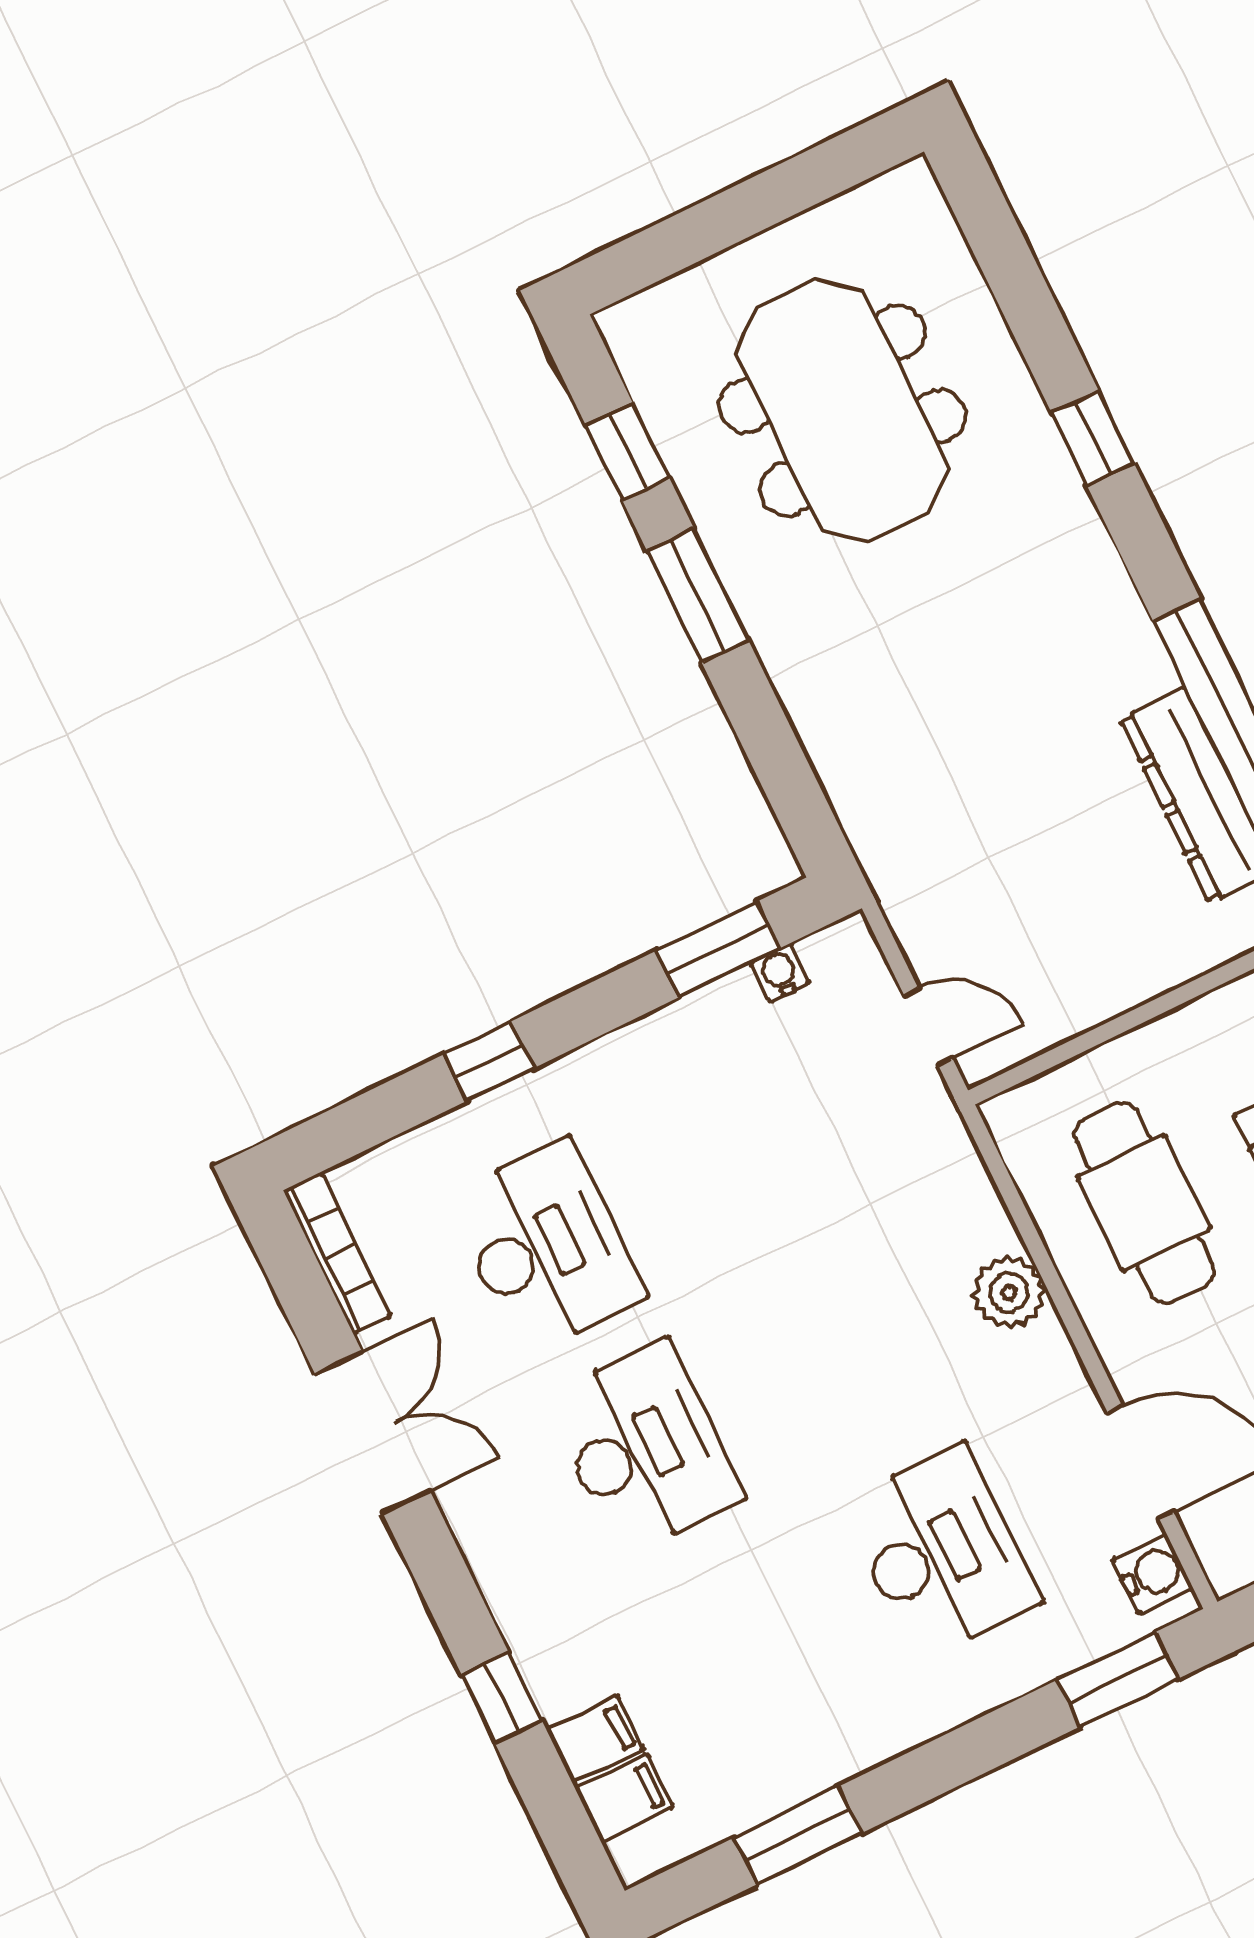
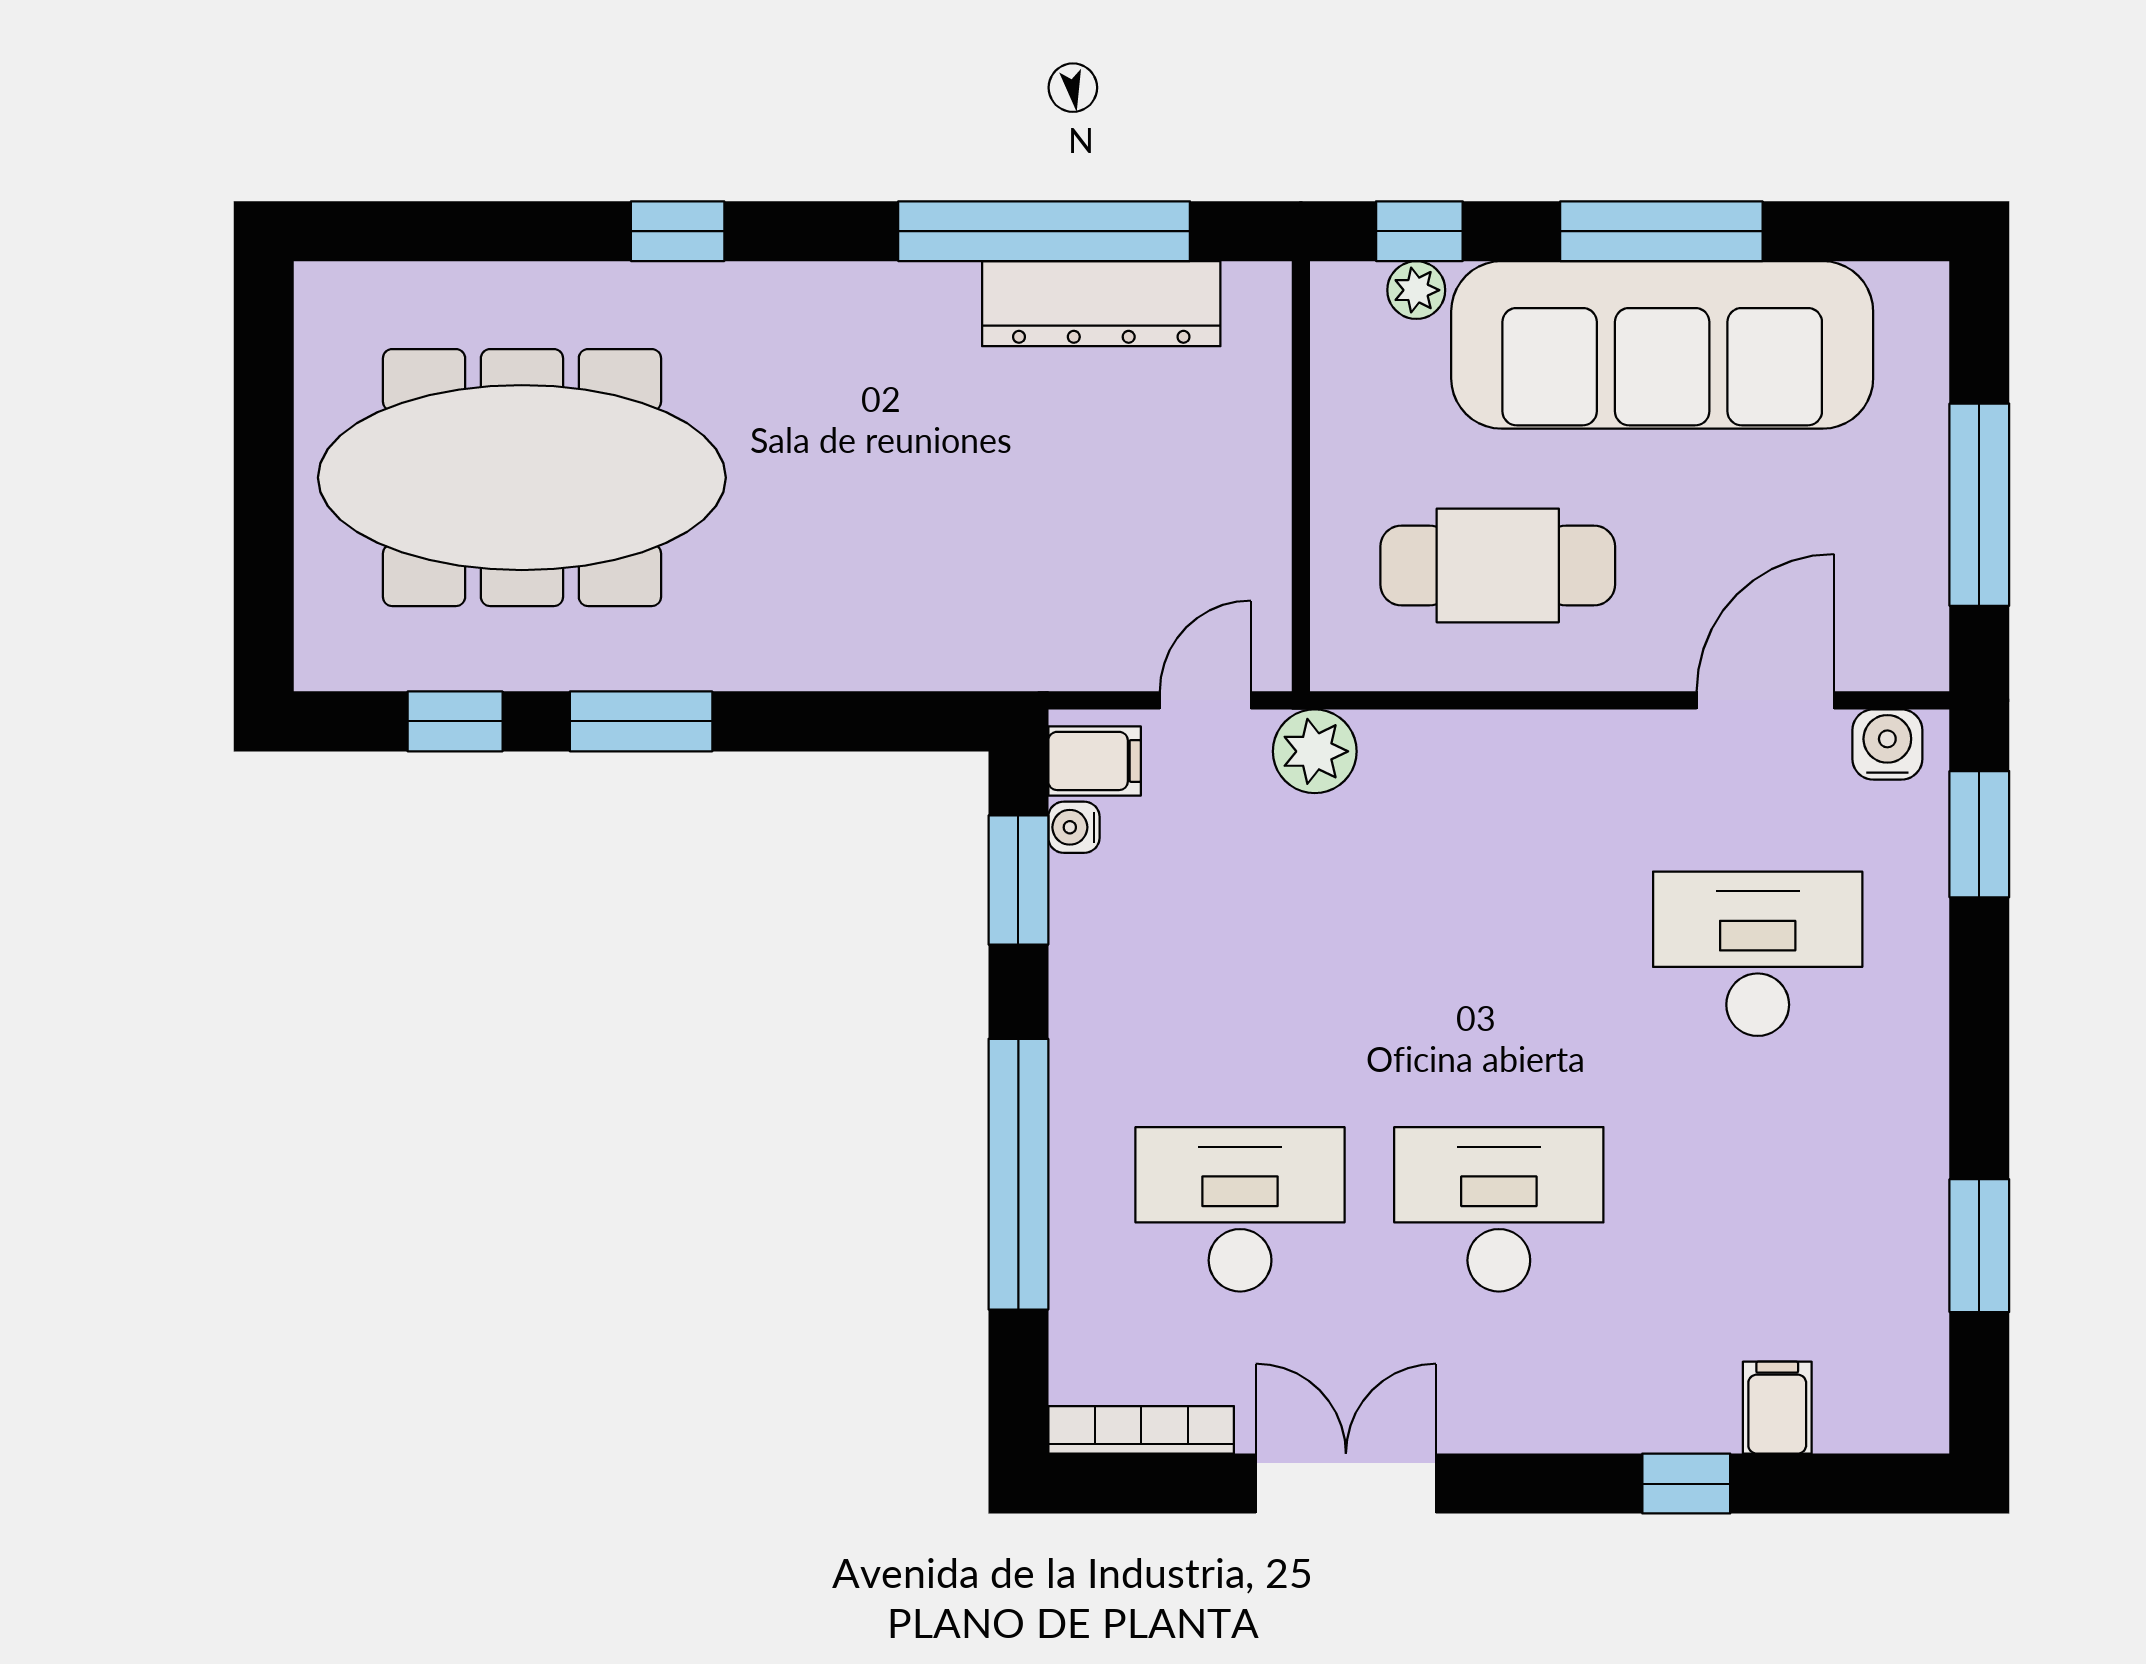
meeting table: (842, 411) -> (522, 478), width x1.36
window: (489, 1061) -> (1018, 1174), width x3.17
plant: (1009, 1292) -> (1315, 751), moved
filing cabinet: (624, 1798) -> (1095, 761), moved, turned 90

